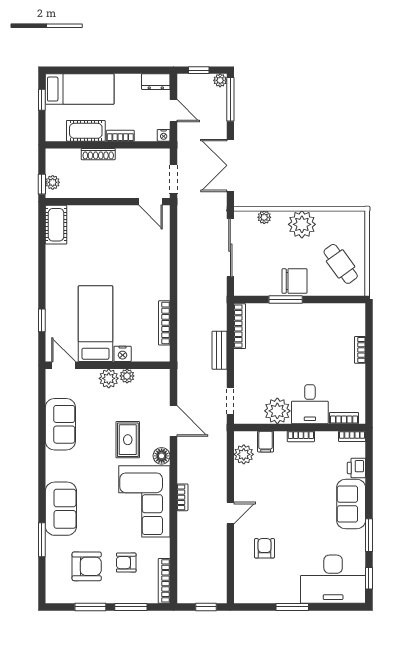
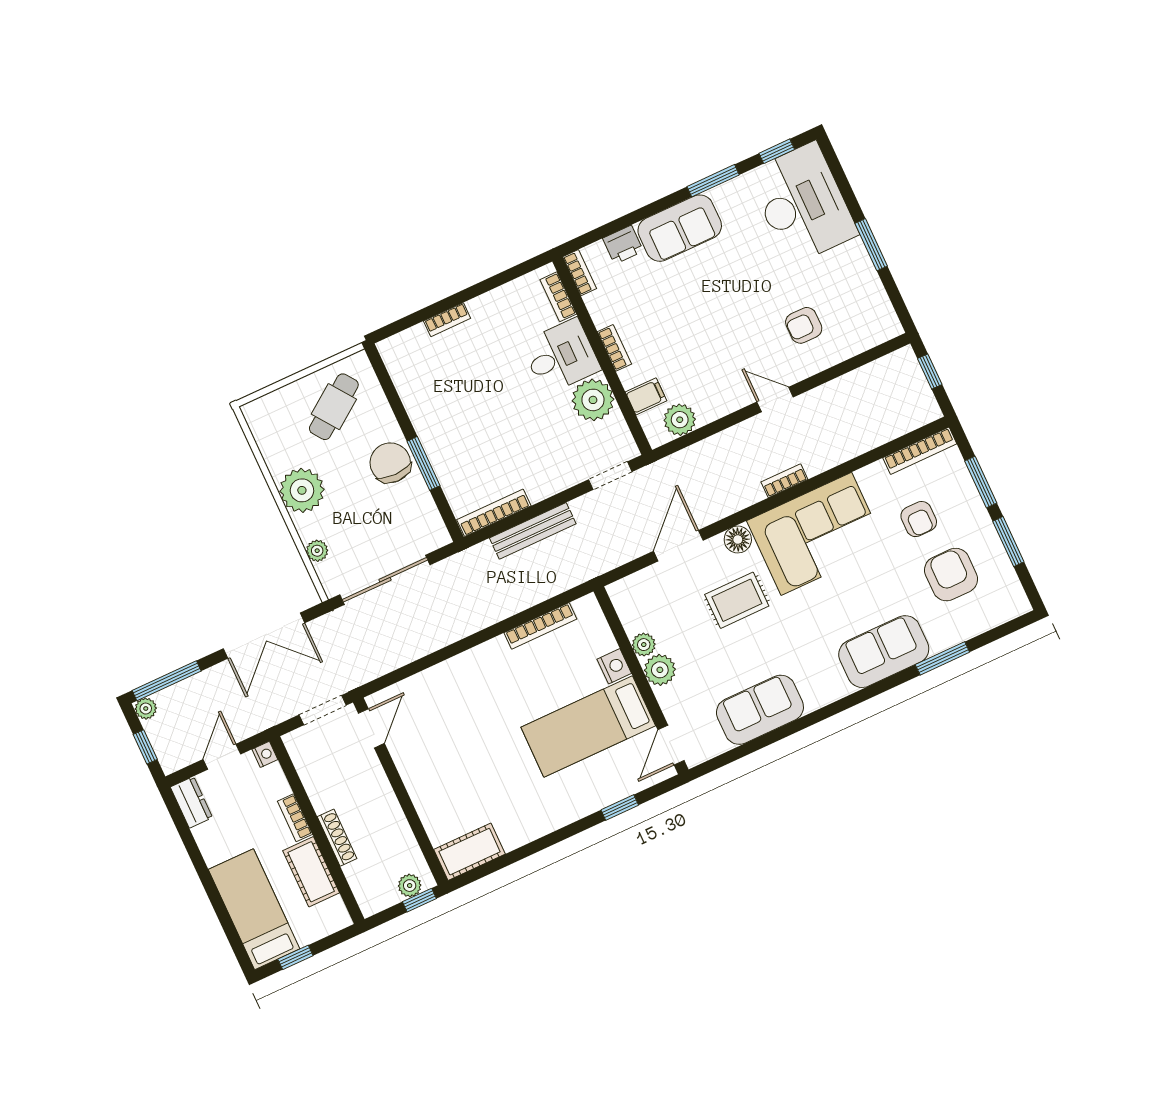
bench: (219, 350) -> (533, 531), width x1.36

